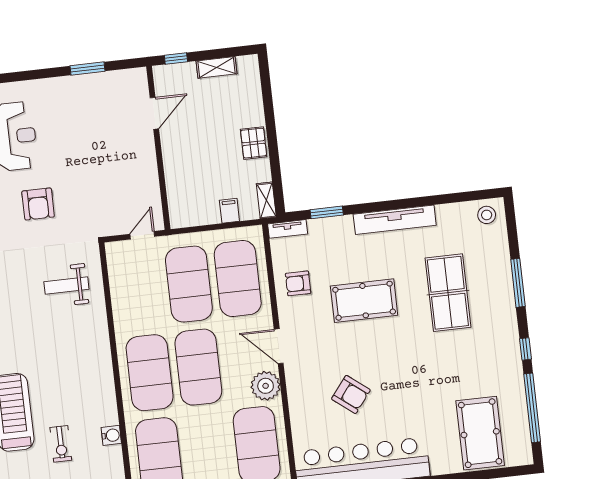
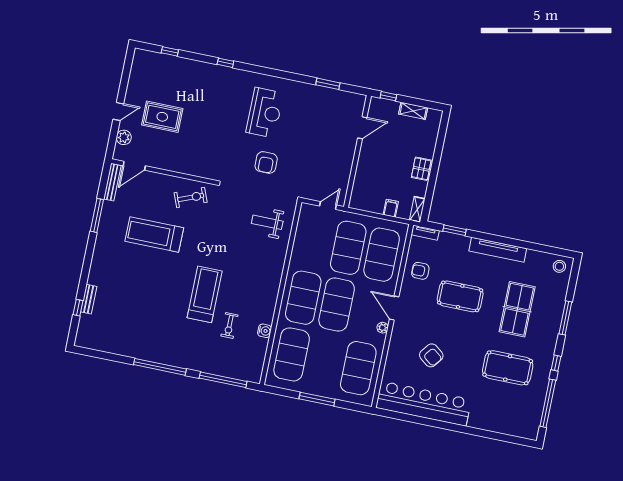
plant: (266, 386) -> (383, 328), width x0.53, depth x0.53
pool table: (480, 433) -> (508, 368), moved, turned 90

